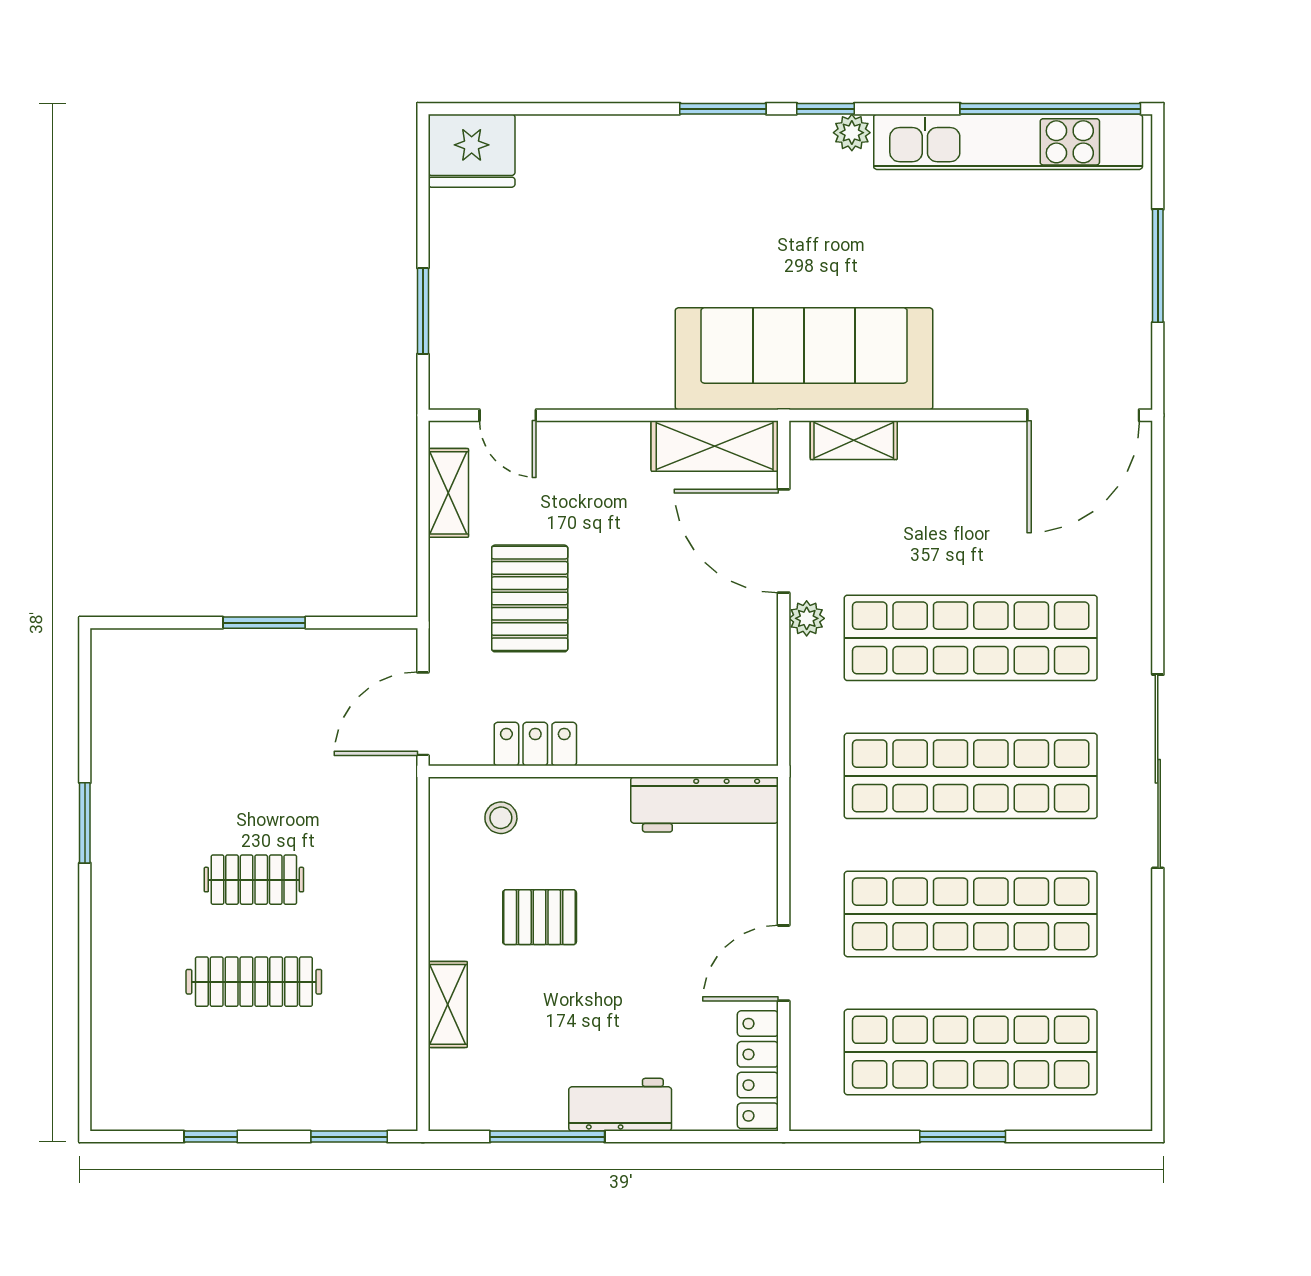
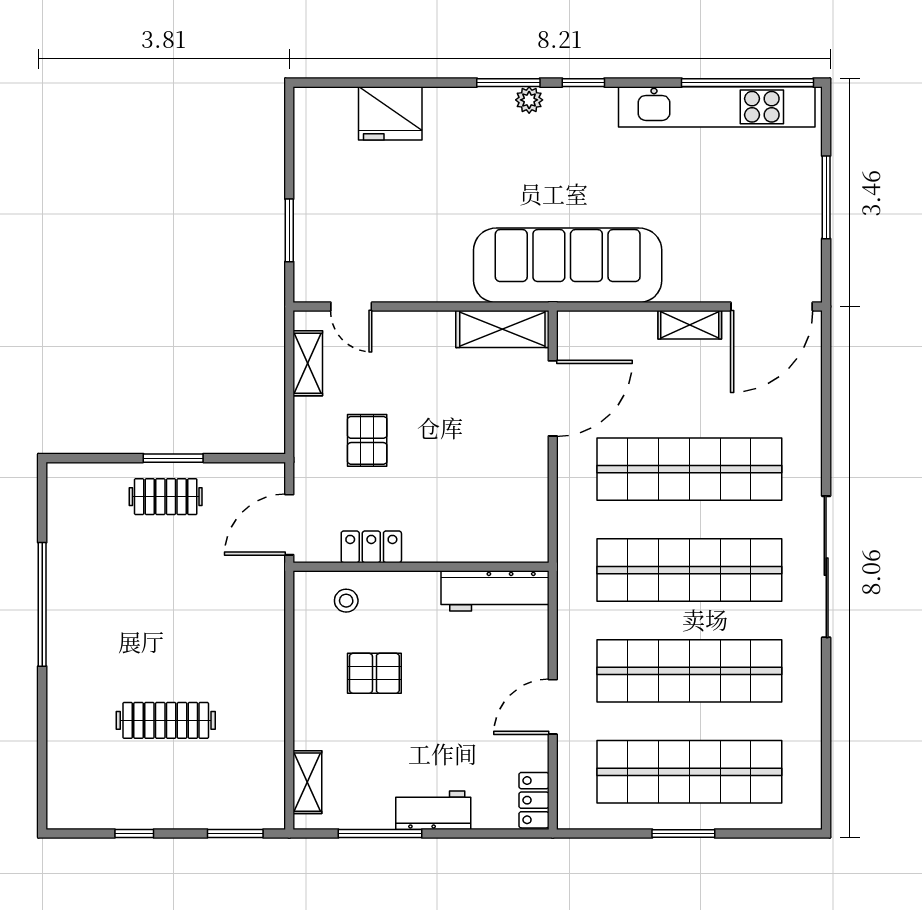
plant: (852, 133) -> (529, 100), moved
fridge: (472, 151) -> (390, 113), moved
shelving: (854, 440) -> (690, 325), moved
door: (784, 541) -> (553, 398), swing flipped
pallet: (530, 598) -> (367, 440), width x0.67, depth x0.71
plant: (807, 618) -> (570, 455), removed
window: (85, 823) -> (42, 604), width x2.11
clothes rail: (254, 880) -> (166, 497), moved
shelving: (448, 1004) -> (307, 782), moved
locker: (758, 1070) -> (534, 800), width x0.66

